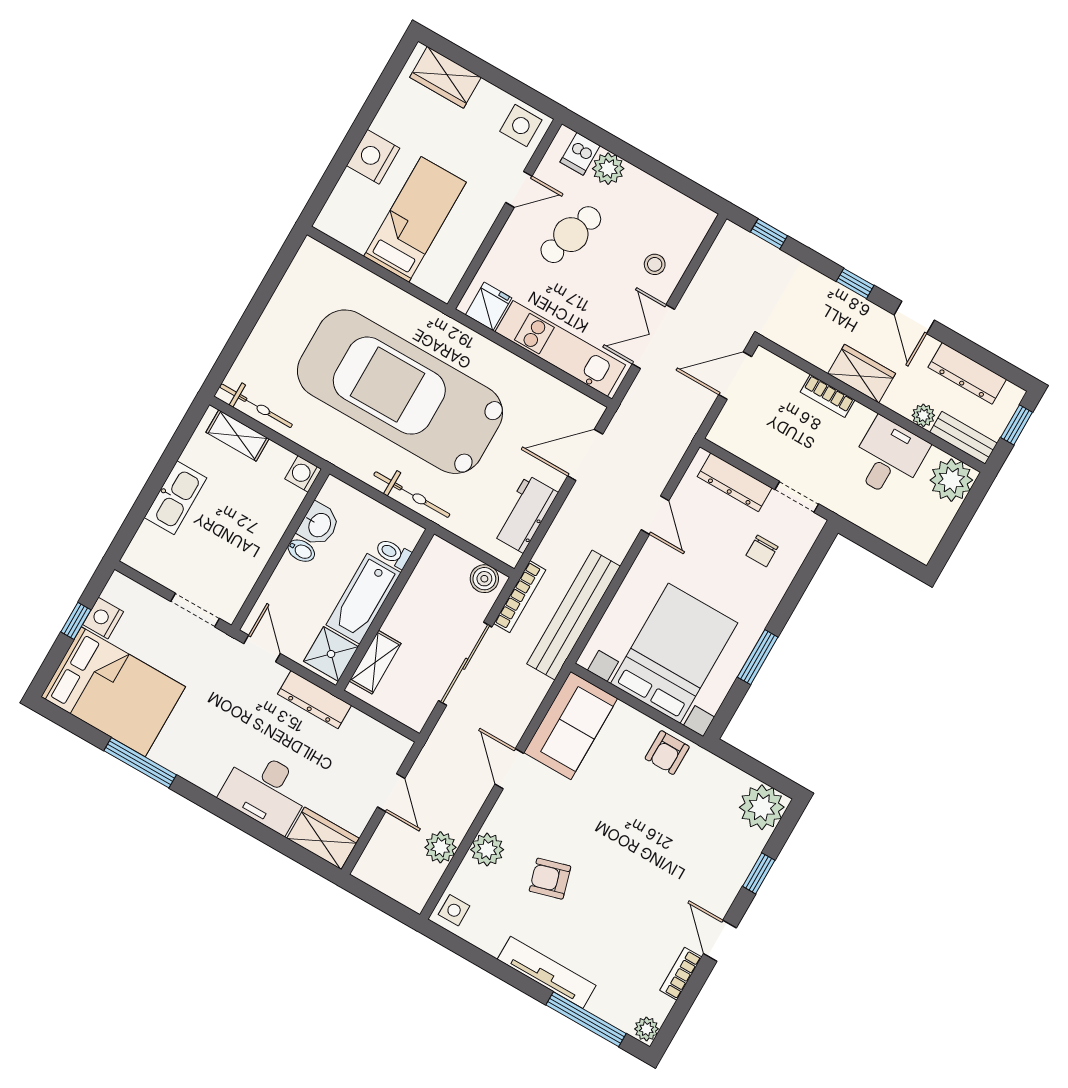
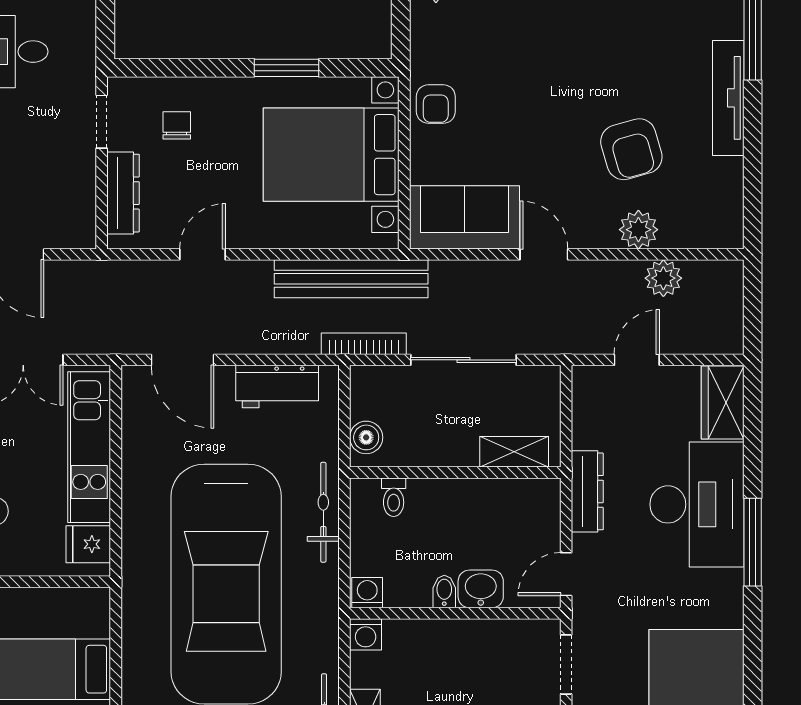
washing machine: (333, 493) -> (367, 593), added
washbasin: (319, 525) -> (481, 589), moved
chair: (762, 551) -> (177, 125), turned -90
boiler: (484, 579) -> (366, 437), moved
bathtub: (363, 599) -> (457, 501), removed
shower: (331, 654) -> (532, 501), removed
armchair: (667, 753) -> (436, 104), turned 90
window: (140, 763) -> (753, 542), moved
door: (509, 769) -> (544, 254), swing flipped
desk: (266, 791) -> (697, 504), width x1.36, depth x1.30
armchair: (550, 879) -> (631, 149), width x1.38, depth x1.38
side table: (454, 910) -> (719, 228), removed

